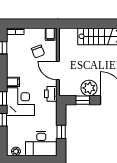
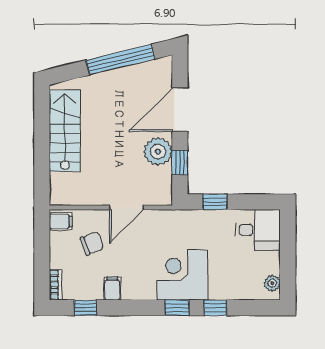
filing cabinet: (13, 82) -> (112, 289), moved
printer: (51, 94) -> (169, 220), removed
window: (61, 132) -> (215, 202), moved
desk: (41, 144) -> (258, 230), width x0.73

